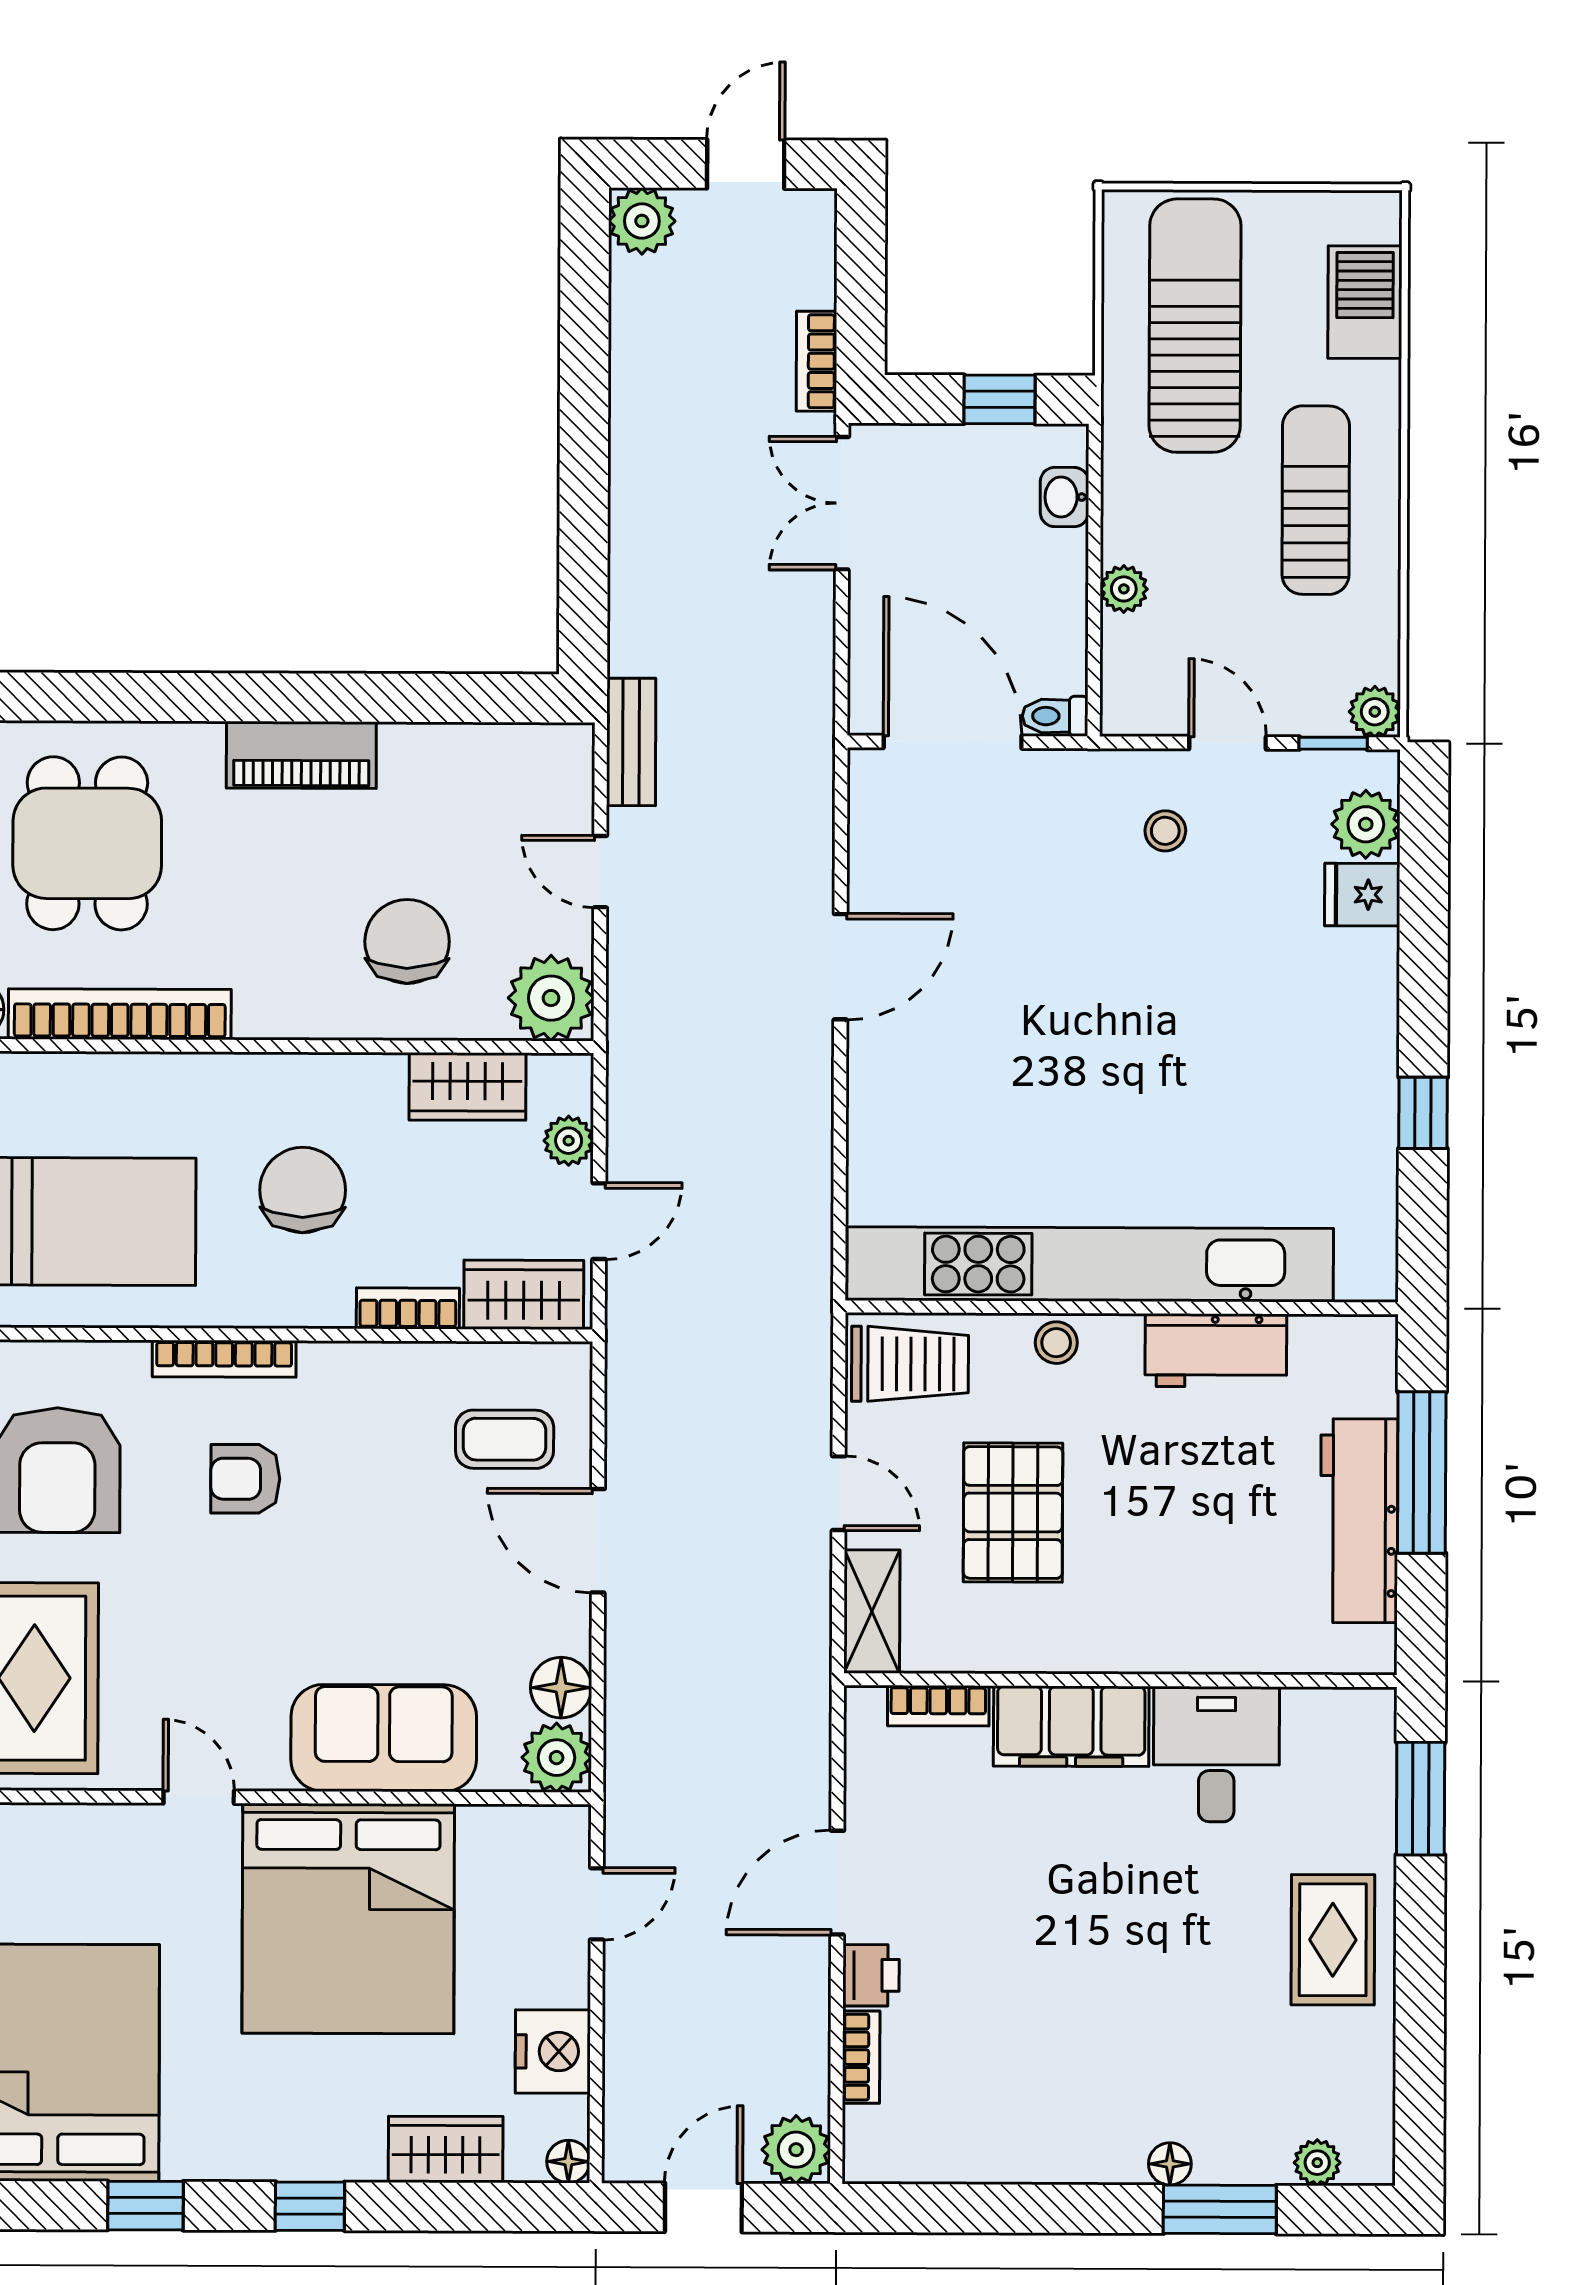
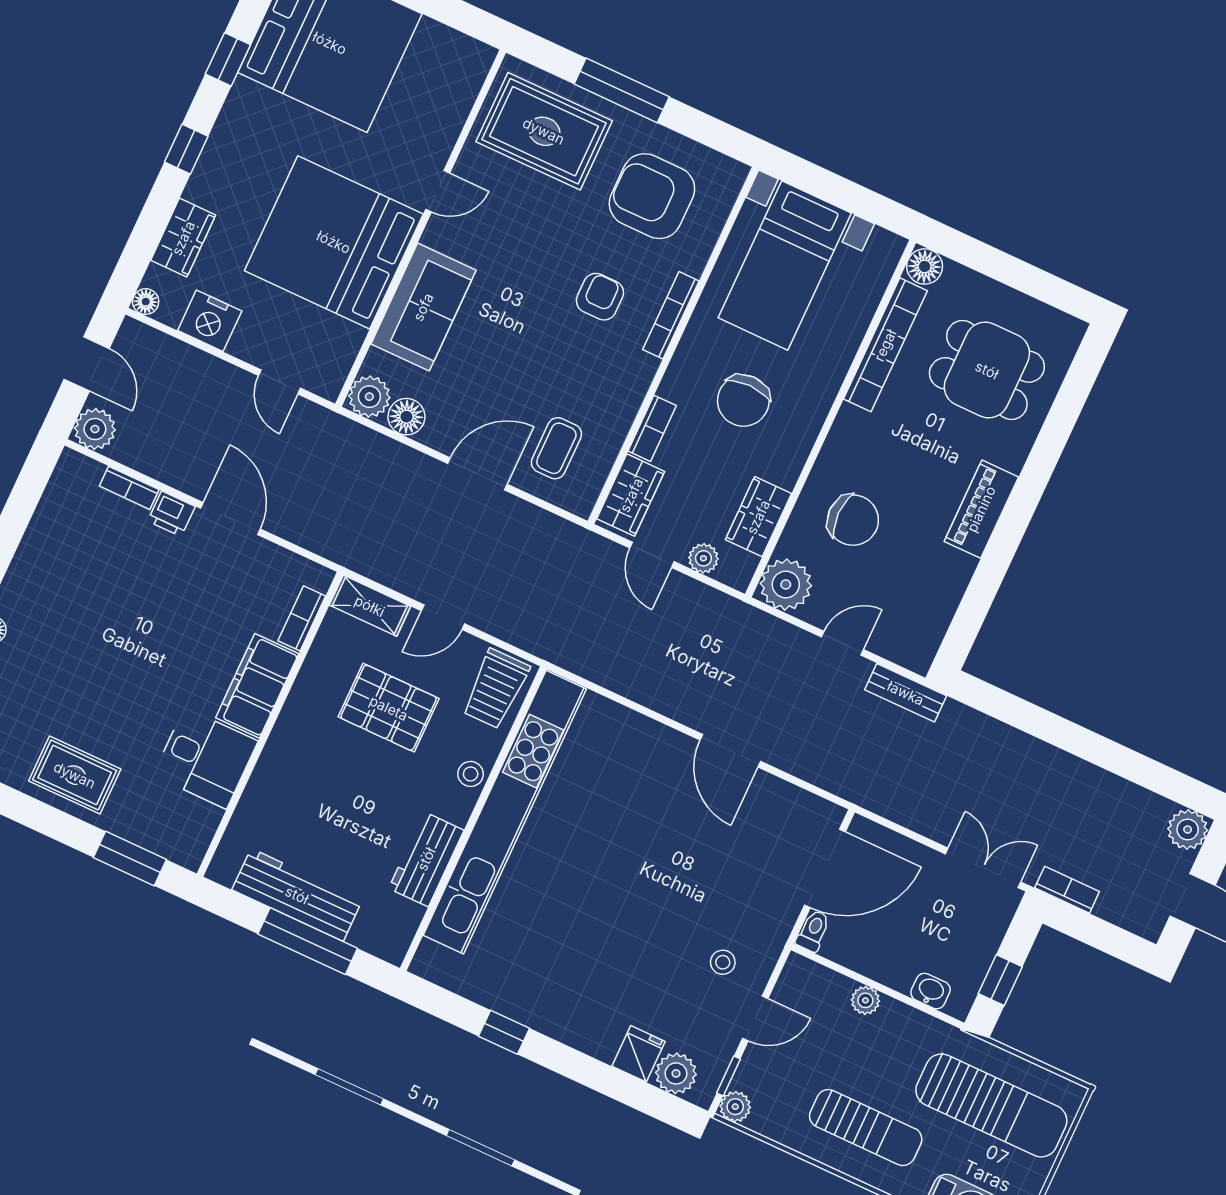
chair: (303, 1190) -> (743, 401), turned 90

